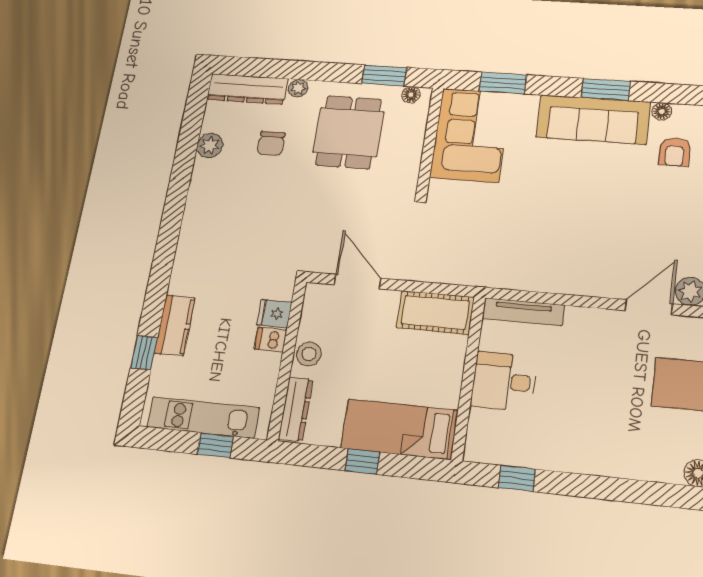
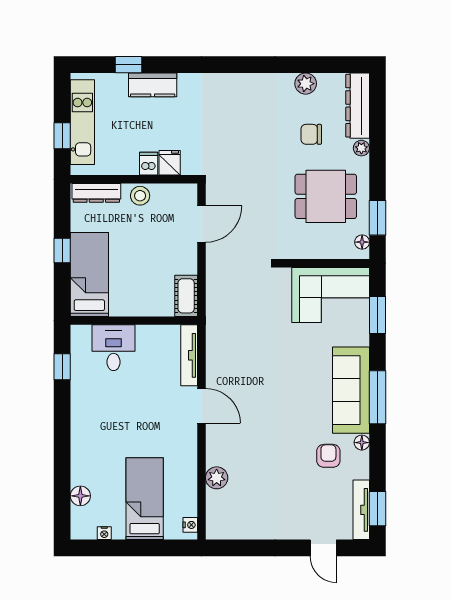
window: (606, 89) -> (378, 397), width x1.44
armchair: (675, 152) -> (328, 456), turned 90
door: (649, 307) -> (201, 406), moved
cot: (435, 312) -> (186, 296), width x0.73, depth x0.75
desk: (504, 382) -> (114, 348), moved

